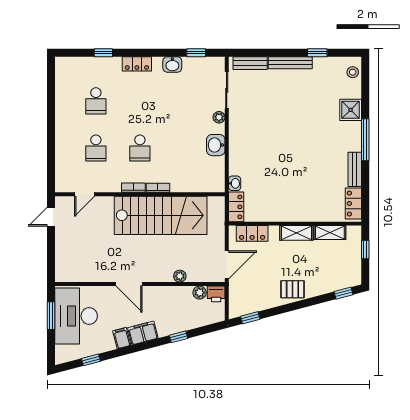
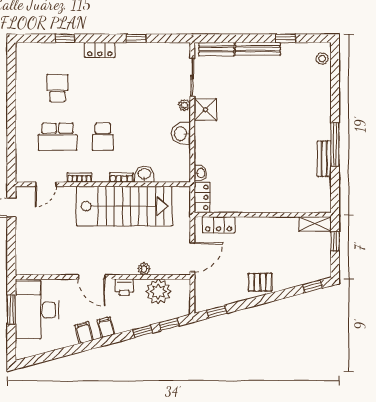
window: (196, 53) -> (136, 38), moved
washbasin: (172, 64) -> (144, 174), moved, turned 180
school desk: (96, 101) -> (57, 88), turned 180
shower: (351, 110) -> (205, 110), moved
window: (365, 140) -> (335, 144), moved
school desk: (96, 148) -> (57, 137), width x1.85
bookcase: (133, 188) -> (79, 178), moved
locker: (353, 204) -> (323, 194), removed
shelving: (296, 233) -> (264, 224), removed
shelving: (330, 233) -> (315, 224), moved
plant: (200, 293) -> (158, 292), width x1.87, depth x1.87
printer: (216, 294) -> (124, 287), moved
filing cabinet: (143, 333) -> (106, 327), width x0.50
window: (91, 360) -> (169, 324), moved

